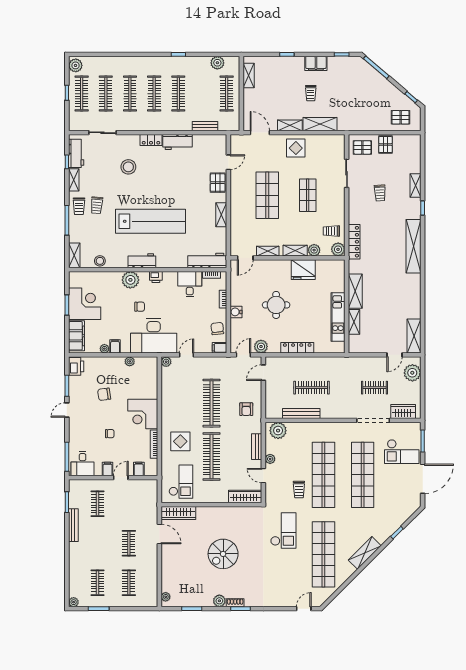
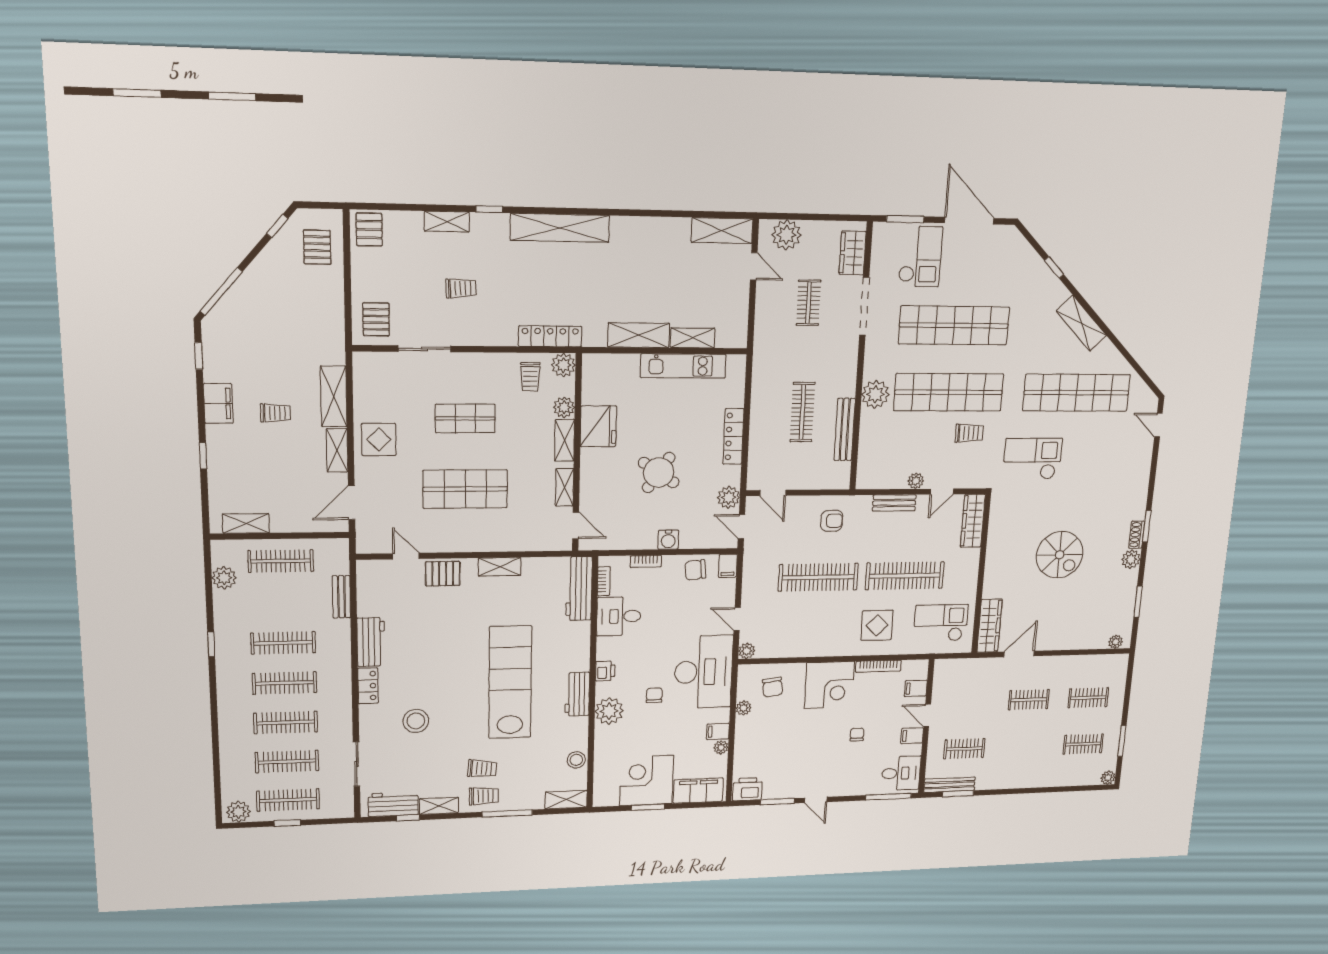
pallet: (385, 145) -> (369, 229), moved, turned 90
round table: (276, 305) -> (659, 473), turned 34
chair: (104, 394) -> (773, 687), moved
plant: (278, 431) -> (875, 394), moved
bench: (73, 525) -> (949, 785), moved

